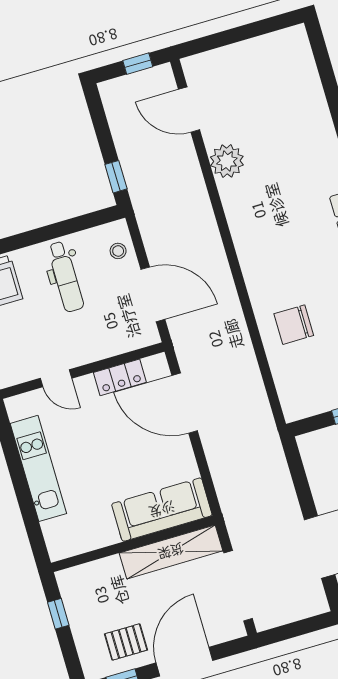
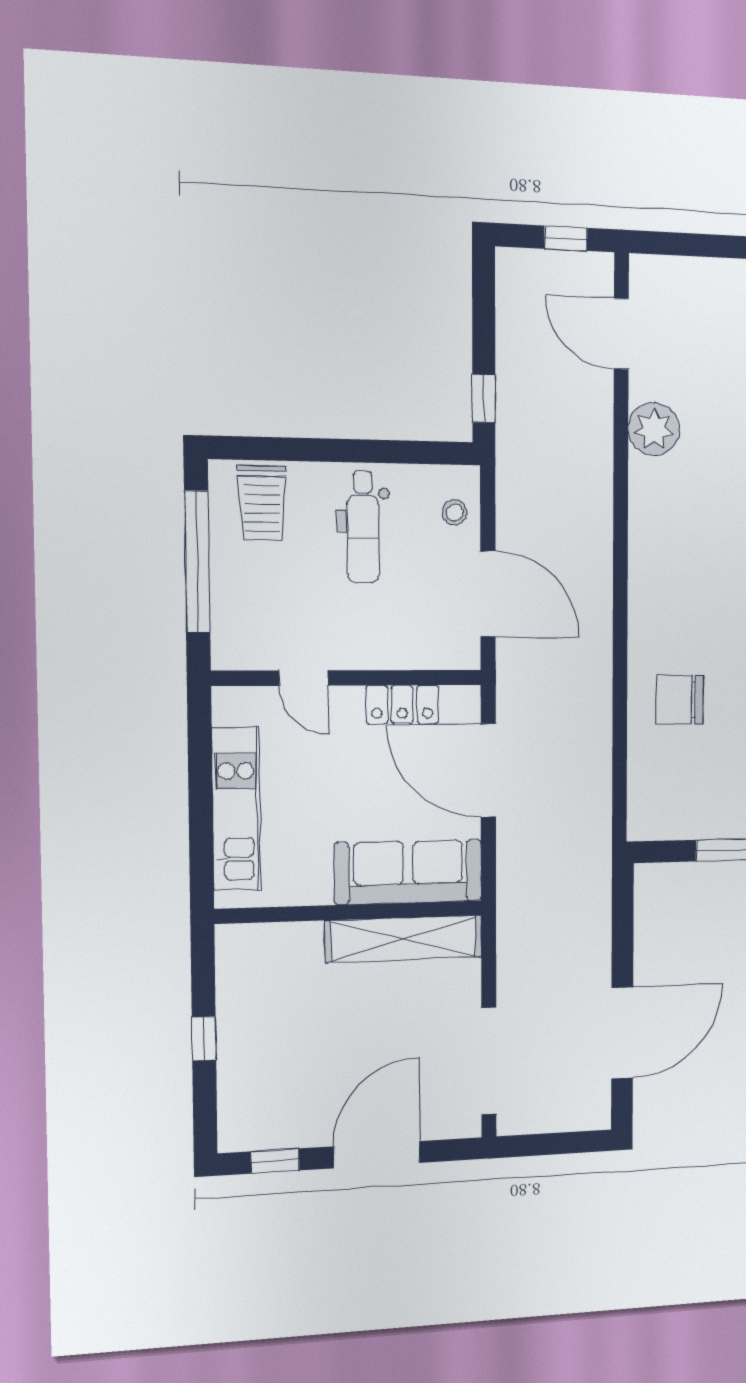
sofa: (162, 510) -> (408, 872), moved
wall: (133, 544) -> (350, 912), moved
shelving: (171, 552) -> (404, 939), moved
pallet: (126, 642) -> (297, 1105), removed

